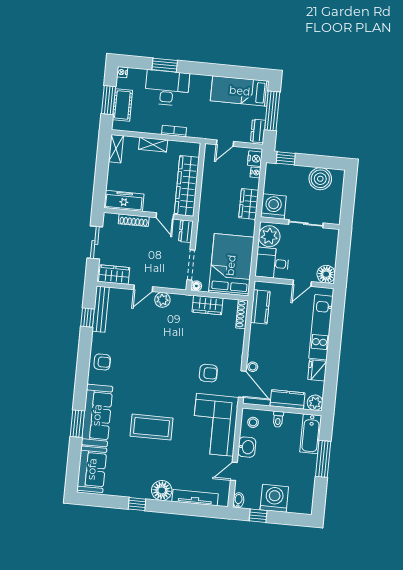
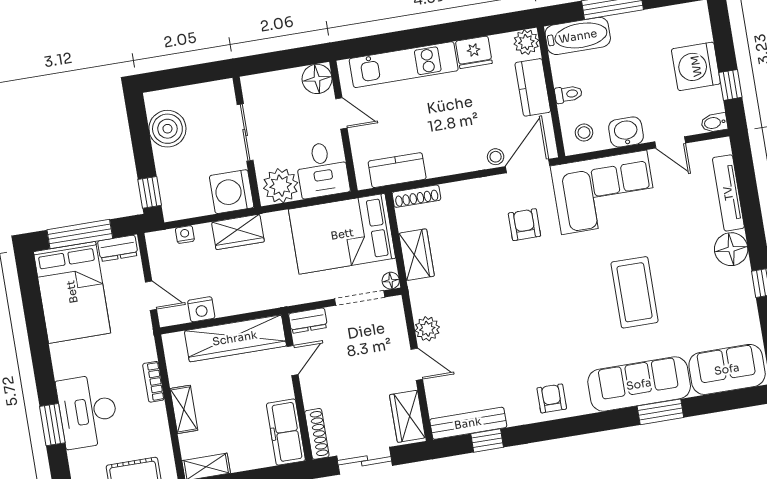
bed: (240, 91) -> (72, 292), width x1.50
nightstand: (255, 159) -> (201, 309), moved, turned 180
shoe rack: (134, 220) -> (317, 434), moved

